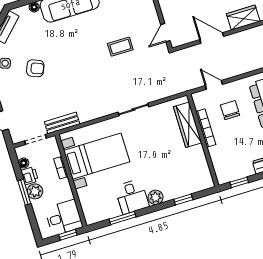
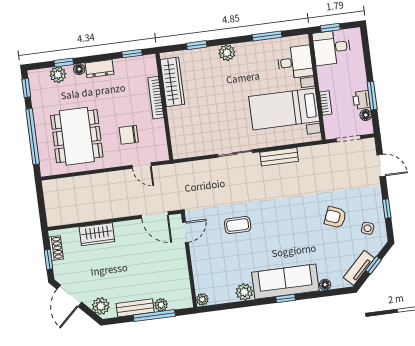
door: (212, 38) -> (155, 215), moved
chair: (230, 110) -> (129, 135), turned 90
bench: (62, 123) -> (279, 157), moved
wardrobe: (188, 125) -> (172, 82), moved
bookcase: (206, 128) -> (156, 98), moved
plant: (35, 191) -> (359, 82), removed
window: (24, 192) -> (372, 96), moved
desk: (132, 197) -> (295, 62), moved, turned 90

